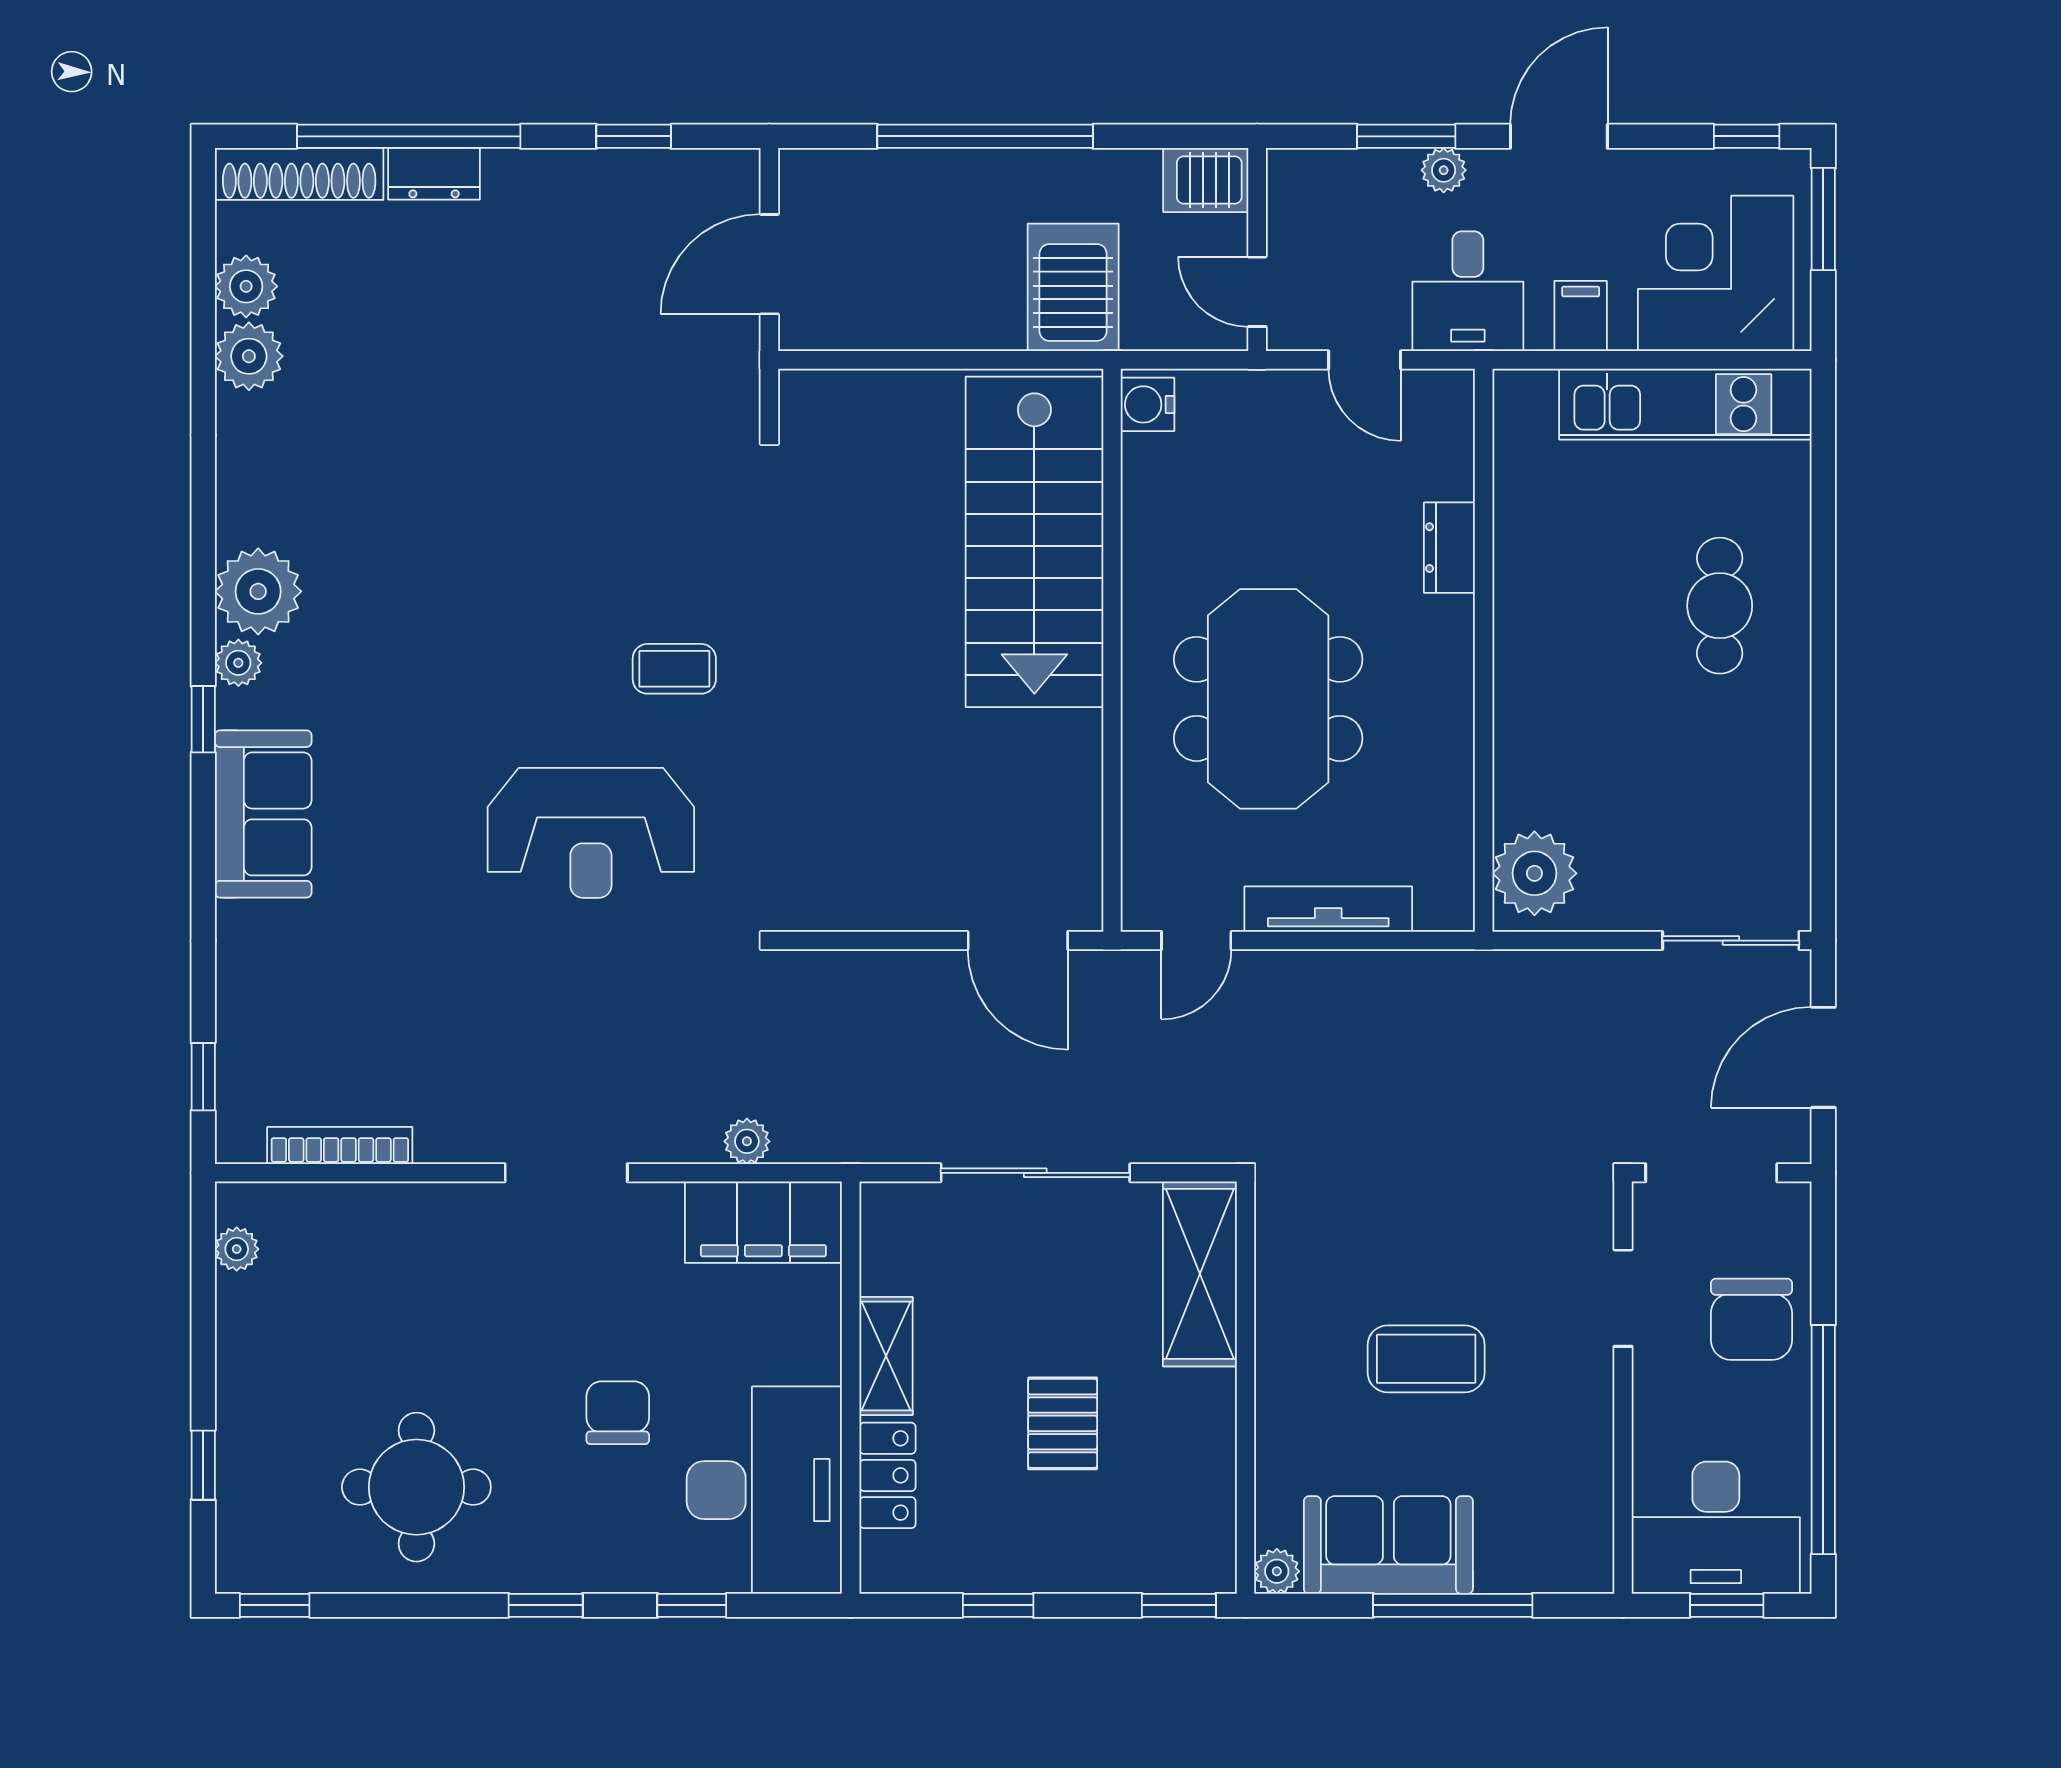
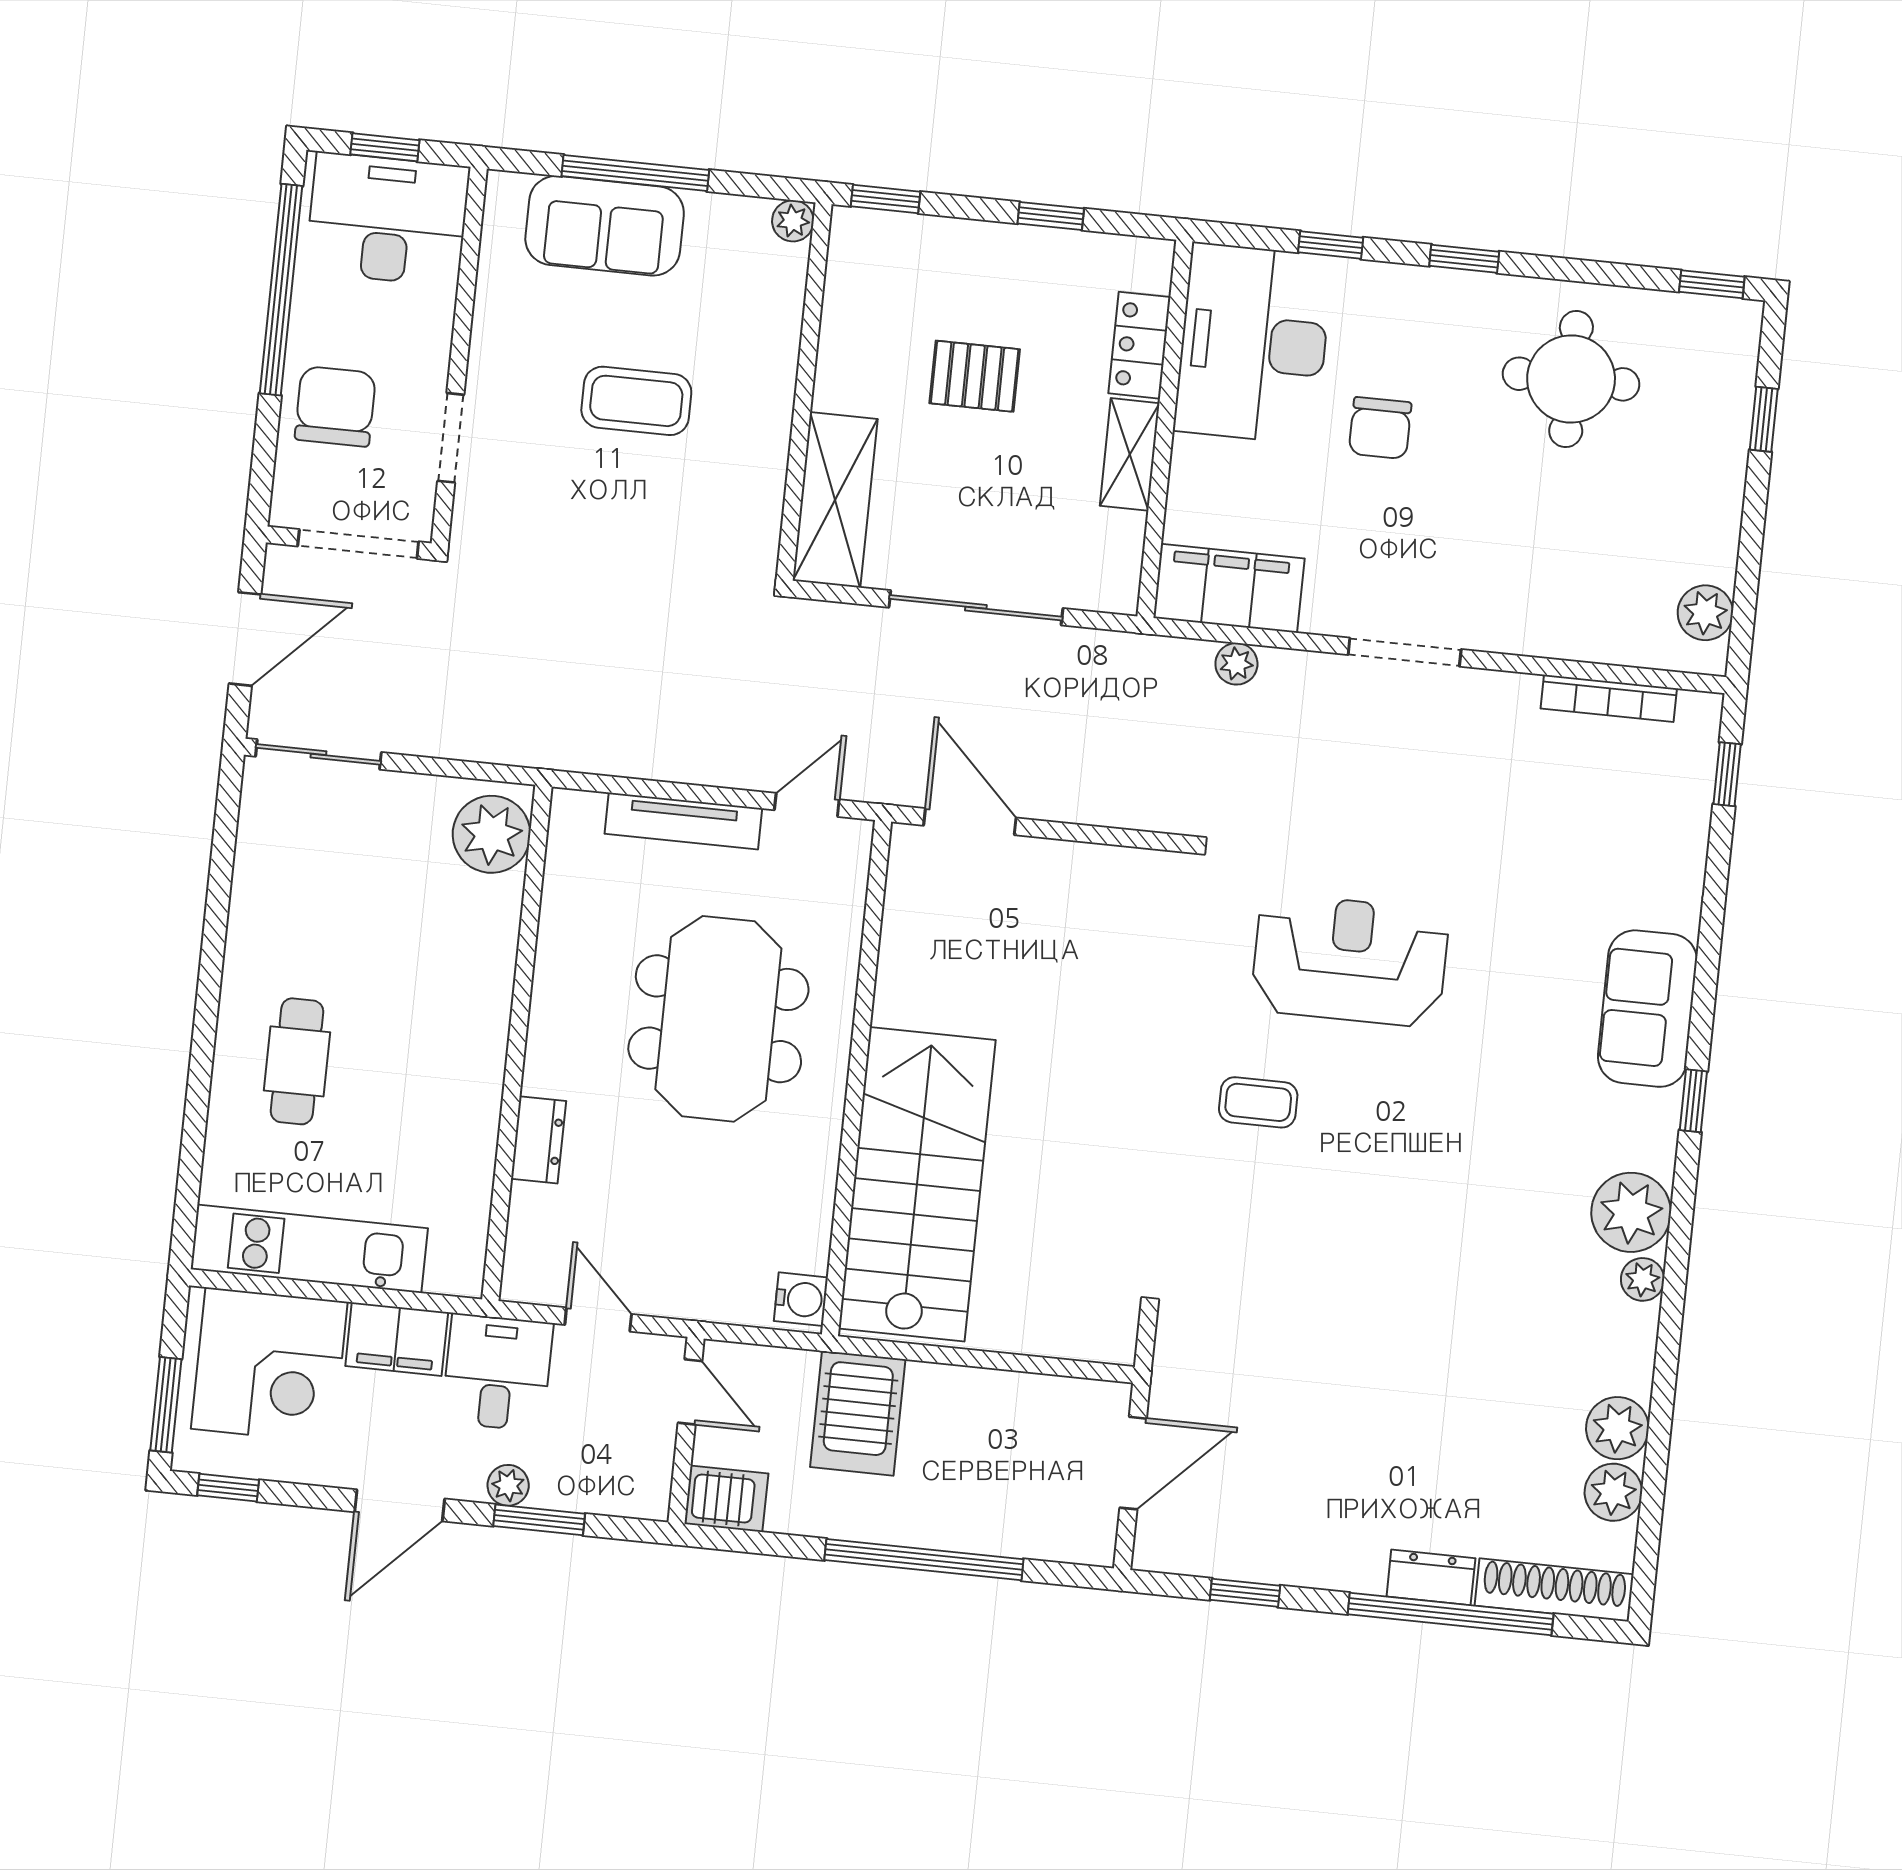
filing cabinet: (1581, 316) -> (397, 1339), width x2.00
plant: (238, 663) -> (1643, 1279), moved
plant: (237, 1249) -> (1705, 613), width x1.38, depth x1.38
pallet: (1063, 1423) -> (975, 376), turned 90
sofa: (1388, 1545) -> (605, 226), moved

